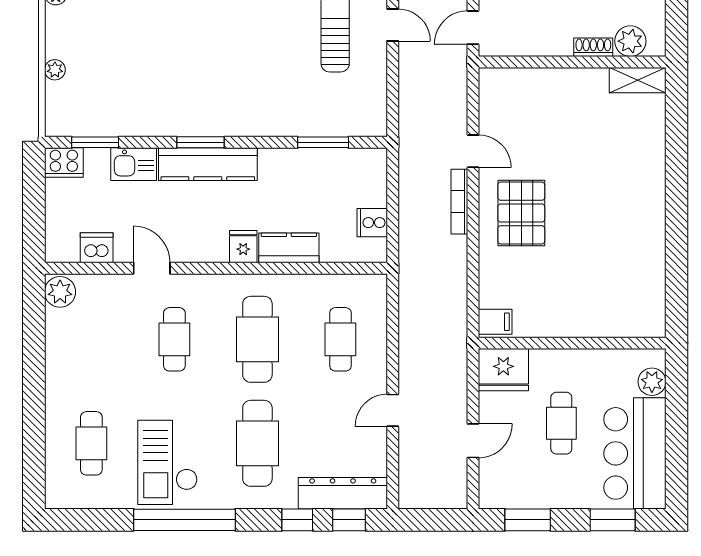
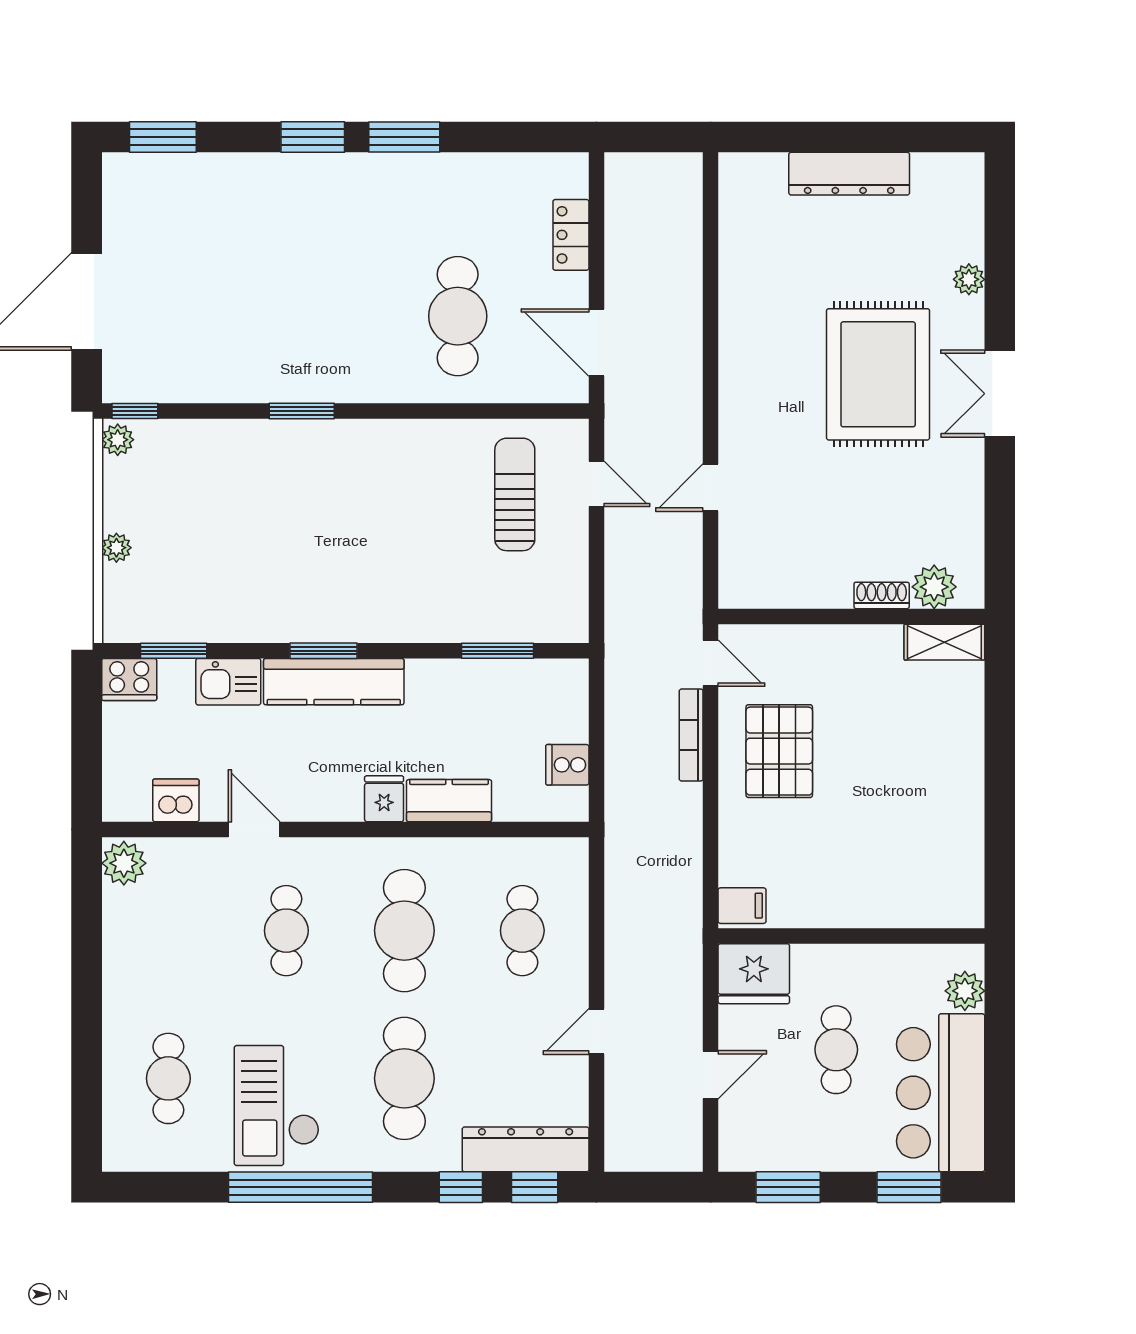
plant: (630, 41) -> (934, 587), moved
shoe rack: (593, 47) -> (882, 595), moved
wall: (572, 62) -> (851, 616), moved
shelving: (638, 80) -> (944, 642), moved

